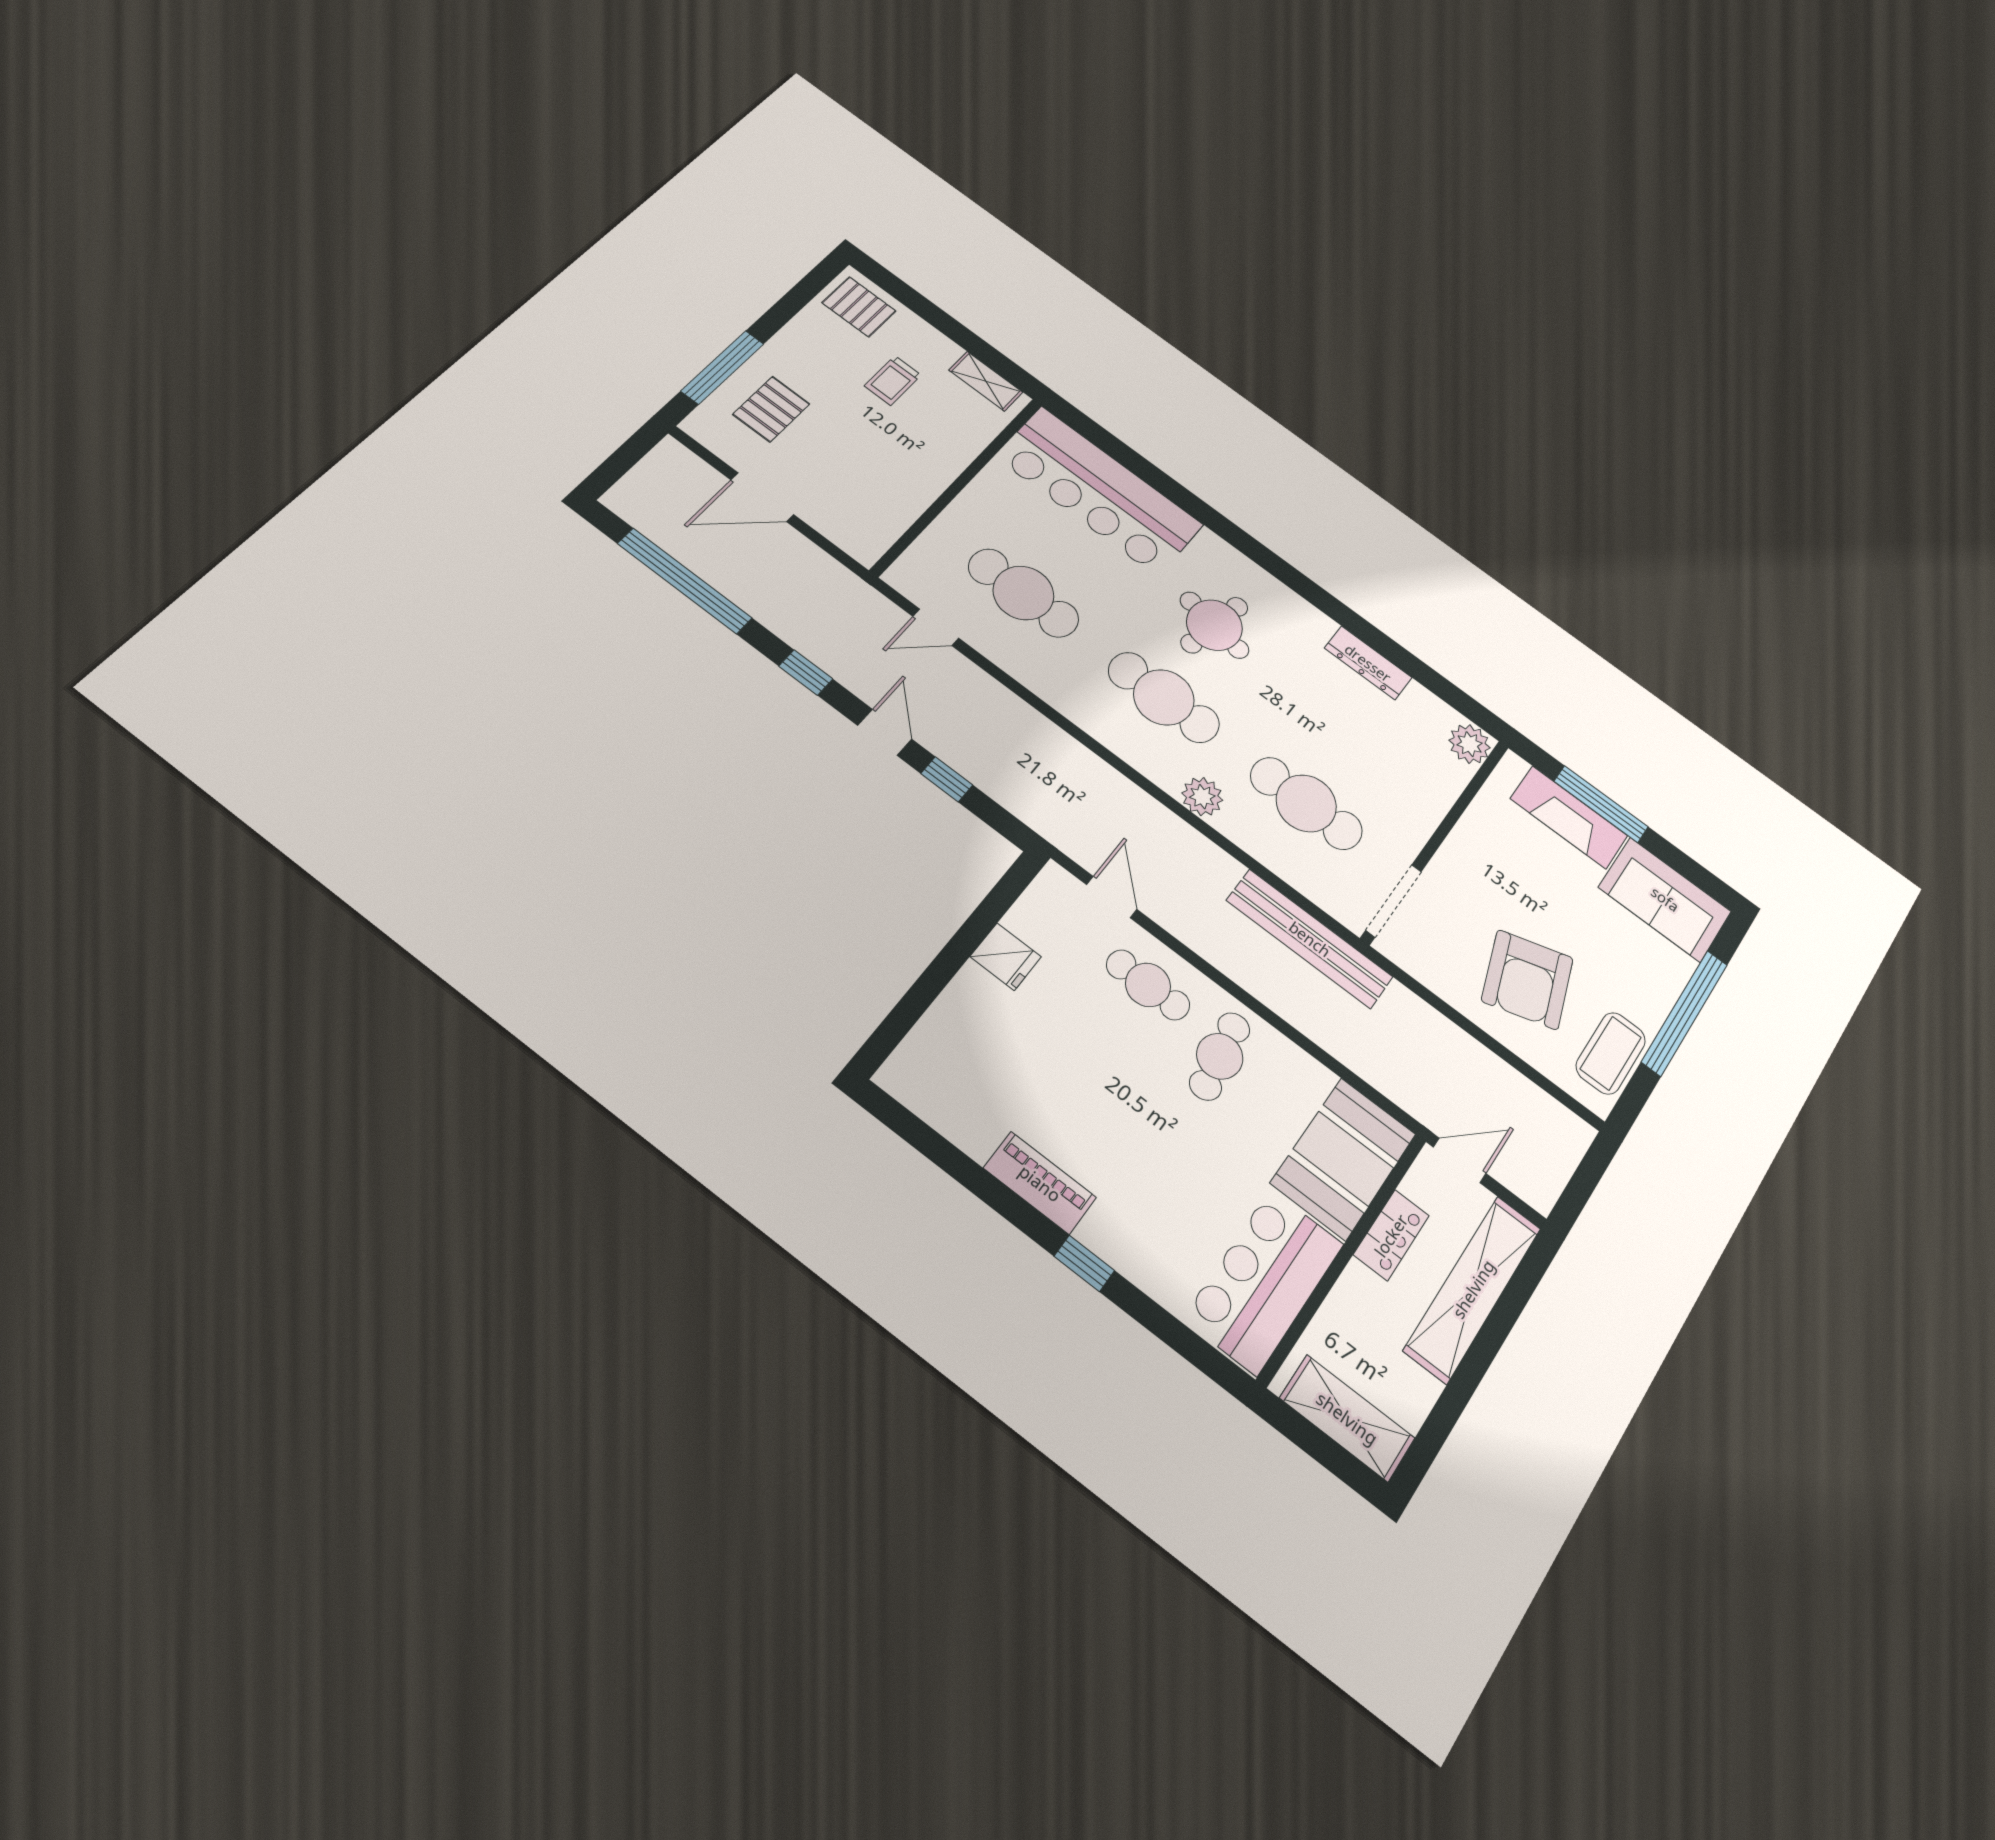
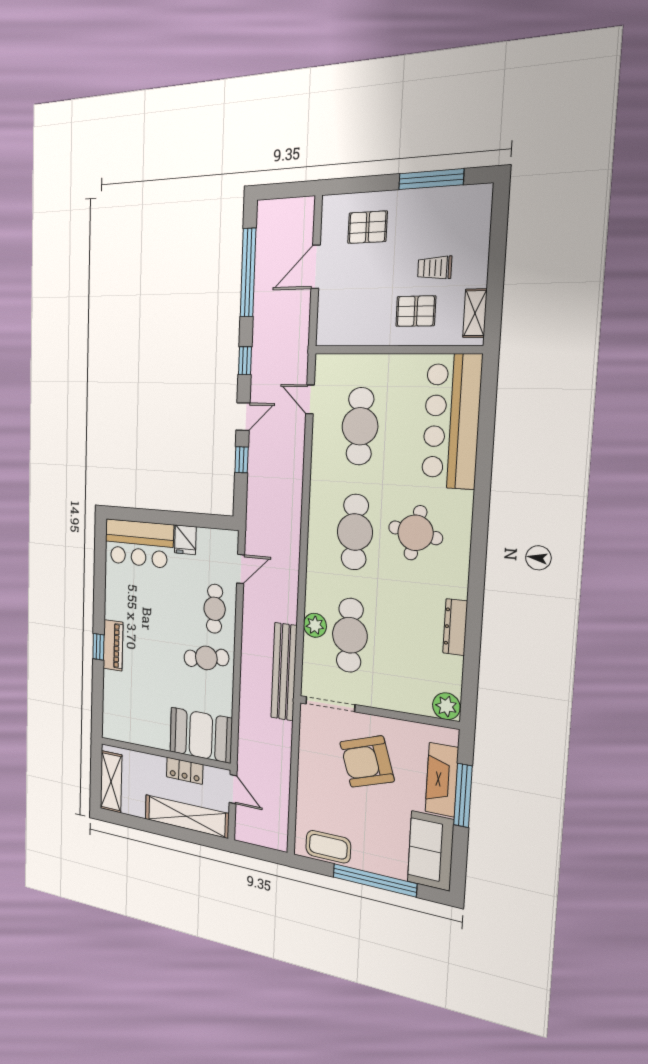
pallet: (859, 307) -> (416, 311), moved, turned 90
window: (722, 367) -> (431, 179), moved
door: (762, 497) -> (316, 267), hinge flipped
plant: (1202, 797) -> (315, 625), moved
armchair: (1527, 980) -> (367, 762), moved
piano: (1040, 1183) -> (113, 645), moved
bar counter: (1264, 1281) -> (139, 543), moved, turned 180

